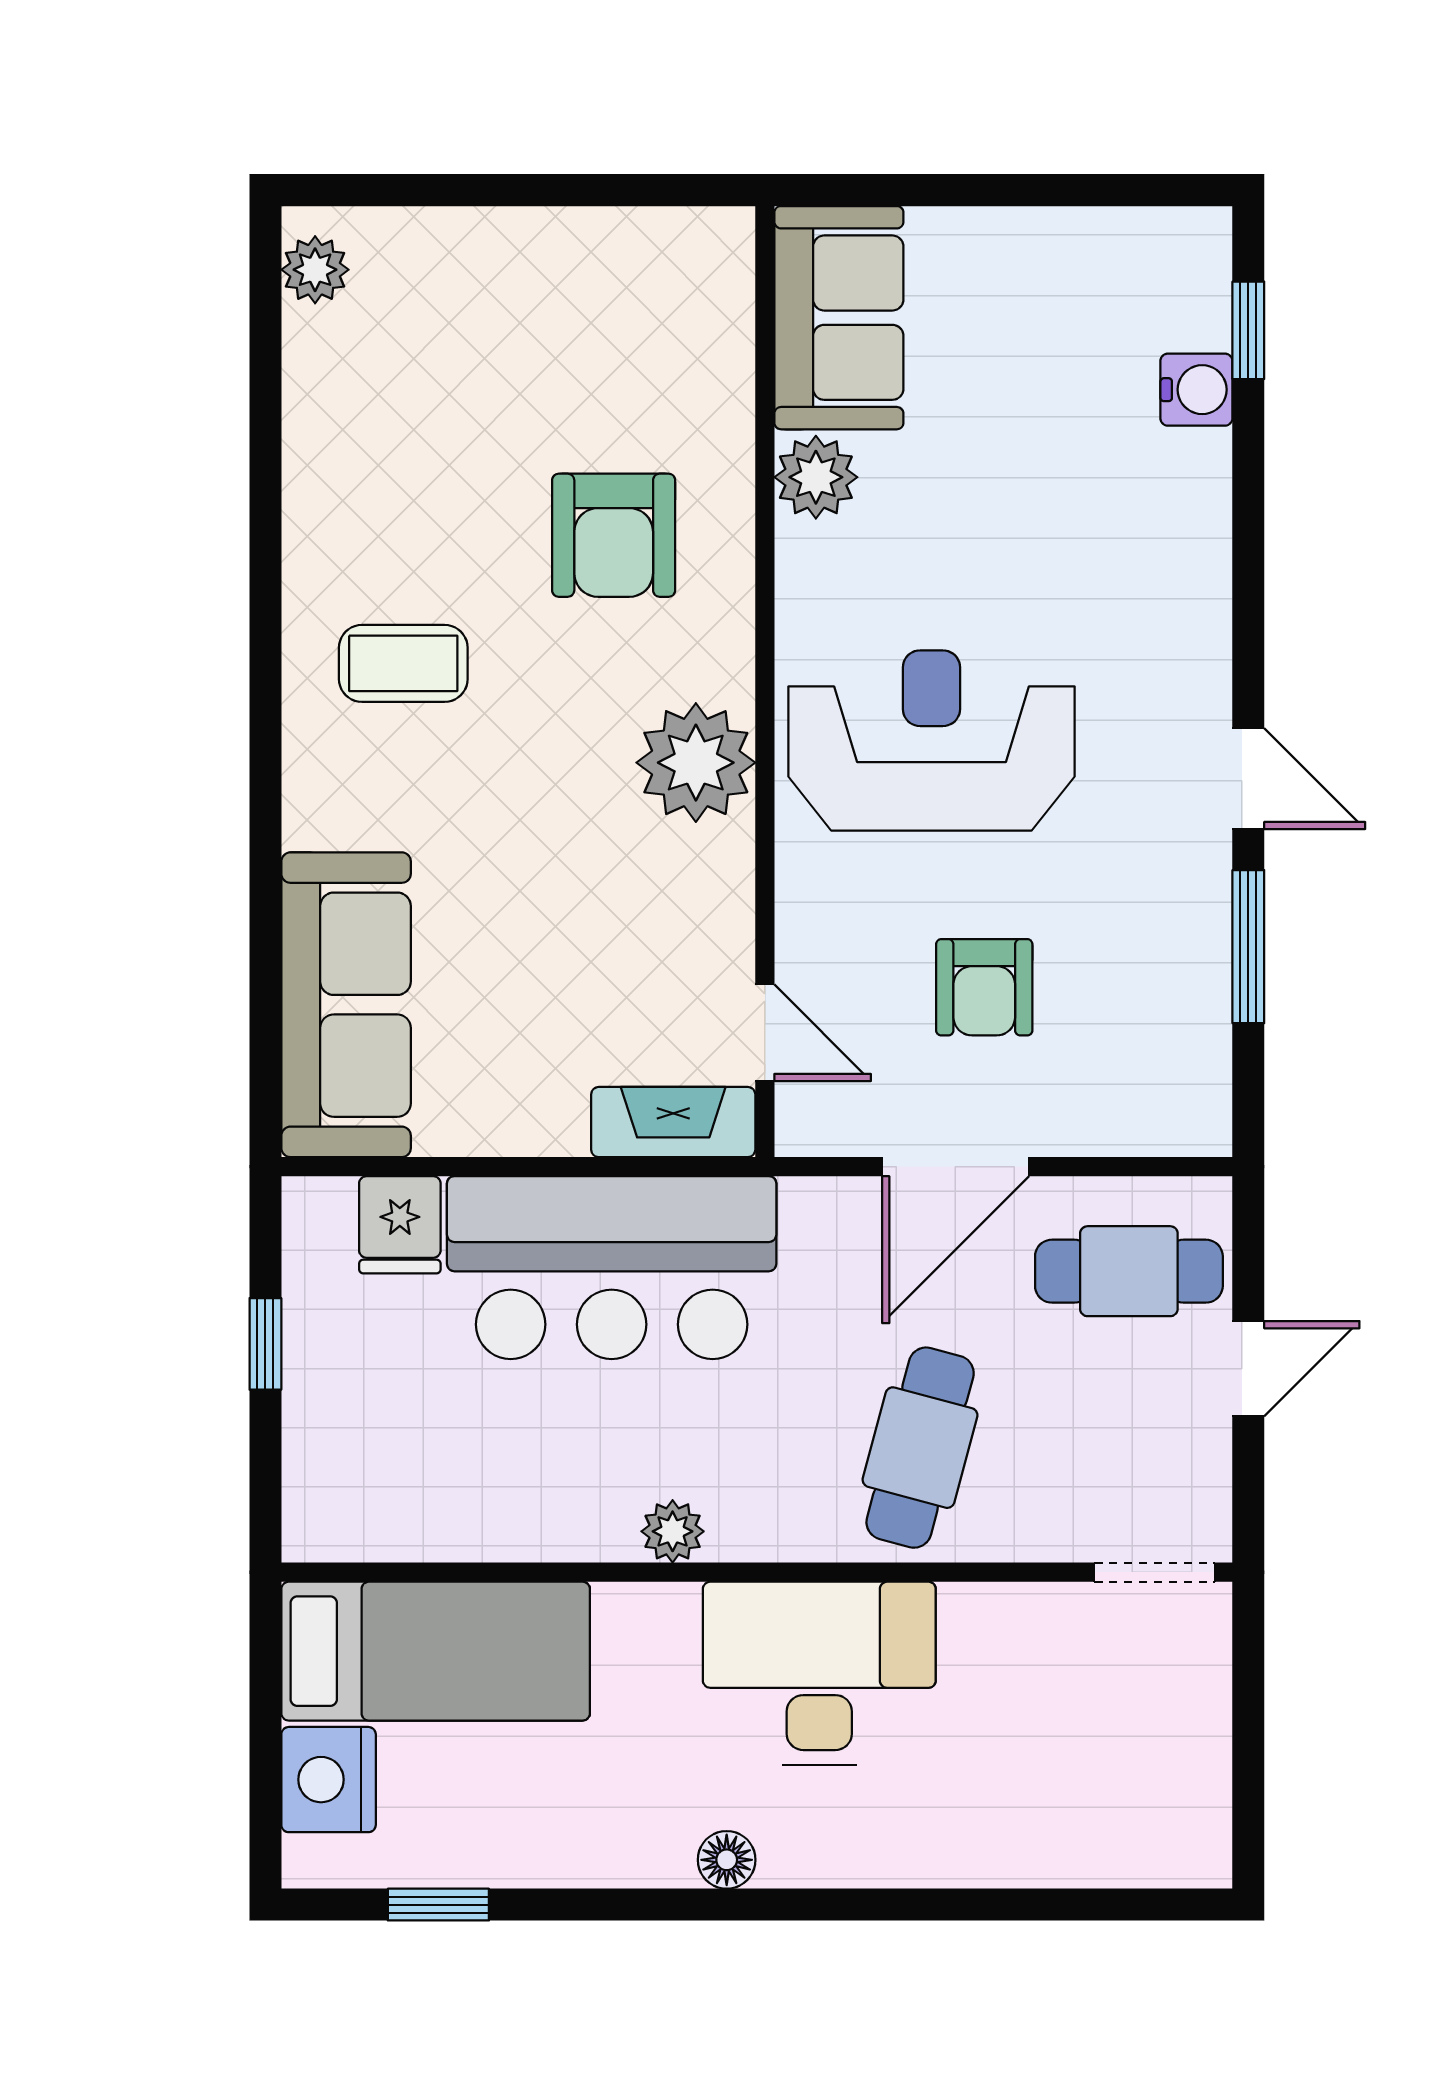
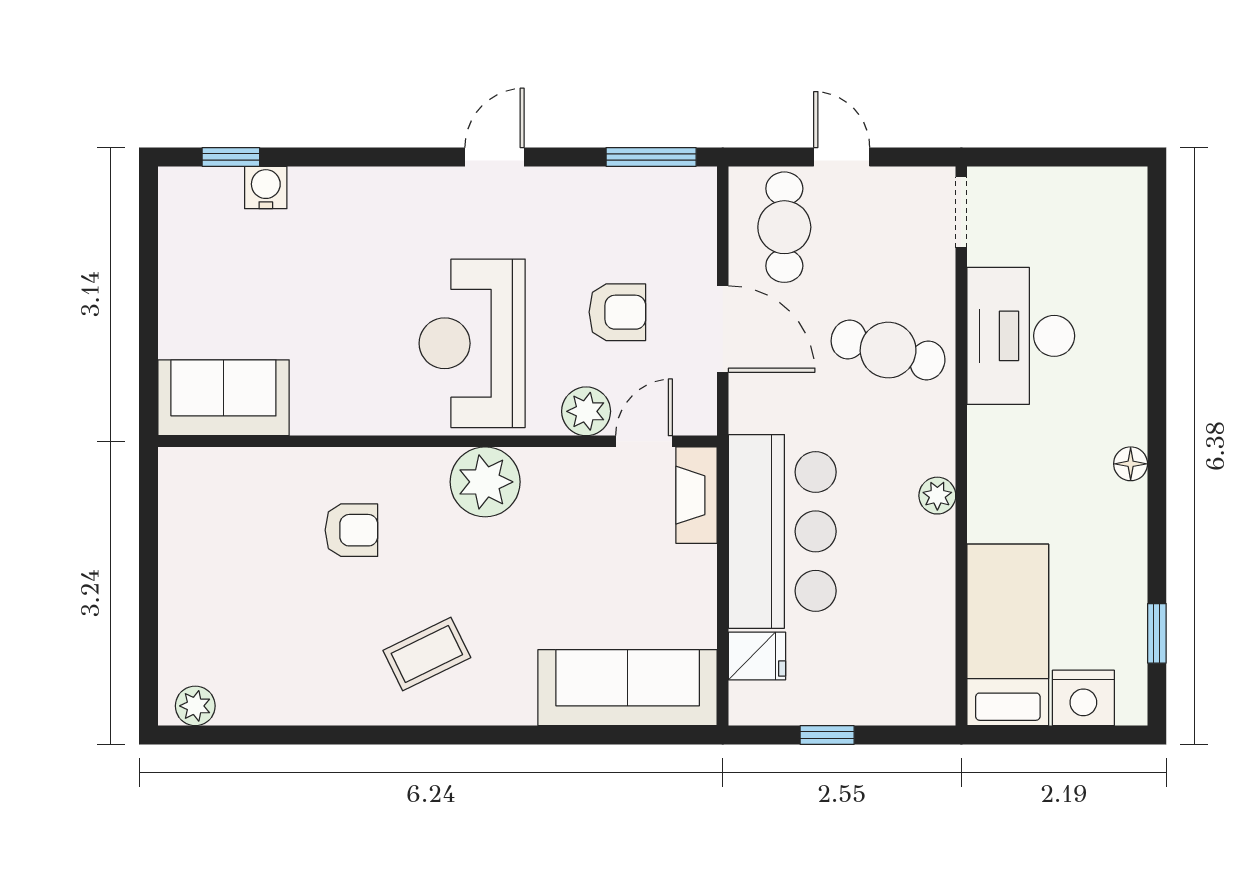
plant: (816, 477) -> (586, 411), moved
armchair: (614, 535) -> (351, 530), width x0.72, depth x0.72
coffee table: (403, 663) -> (427, 654), turned 64
window: (1248, 947) -> (651, 157), moved
desk: (819, 1673) -> (1021, 336), moved

